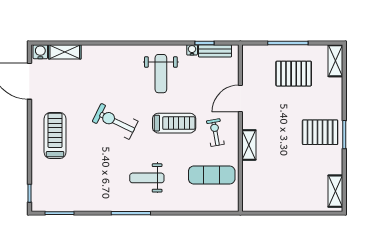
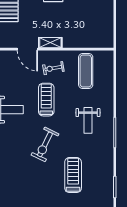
treadmill: (55, 135) -> (73, 175), moved, turned 90
shelving: (249, 145) -> (50, 43), moved

